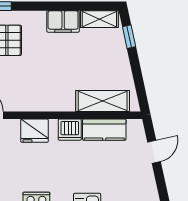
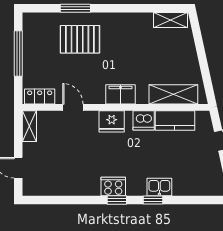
filing cabinet: (63, 22) -> (121, 94), moved, turned 180
window: (129, 37) -> (197, 36), removed

